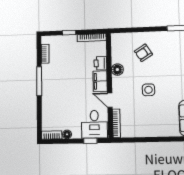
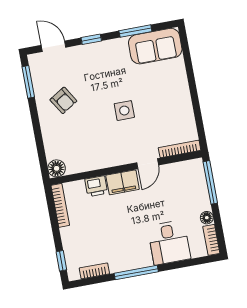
window: (69, 33) -> (61, 261), moved
armchair: (143, 53) -> (63, 100), moved
floor lamp: (117, 70) -> (57, 168), moved
desk: (94, 124) -> (169, 242), moved, turned 90
window: (90, 141) -> (210, 182), width x2.17

